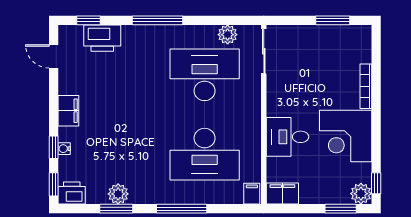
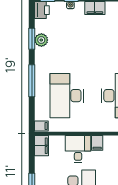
filing cabinet: (278, 107) -> (97, 143), added

